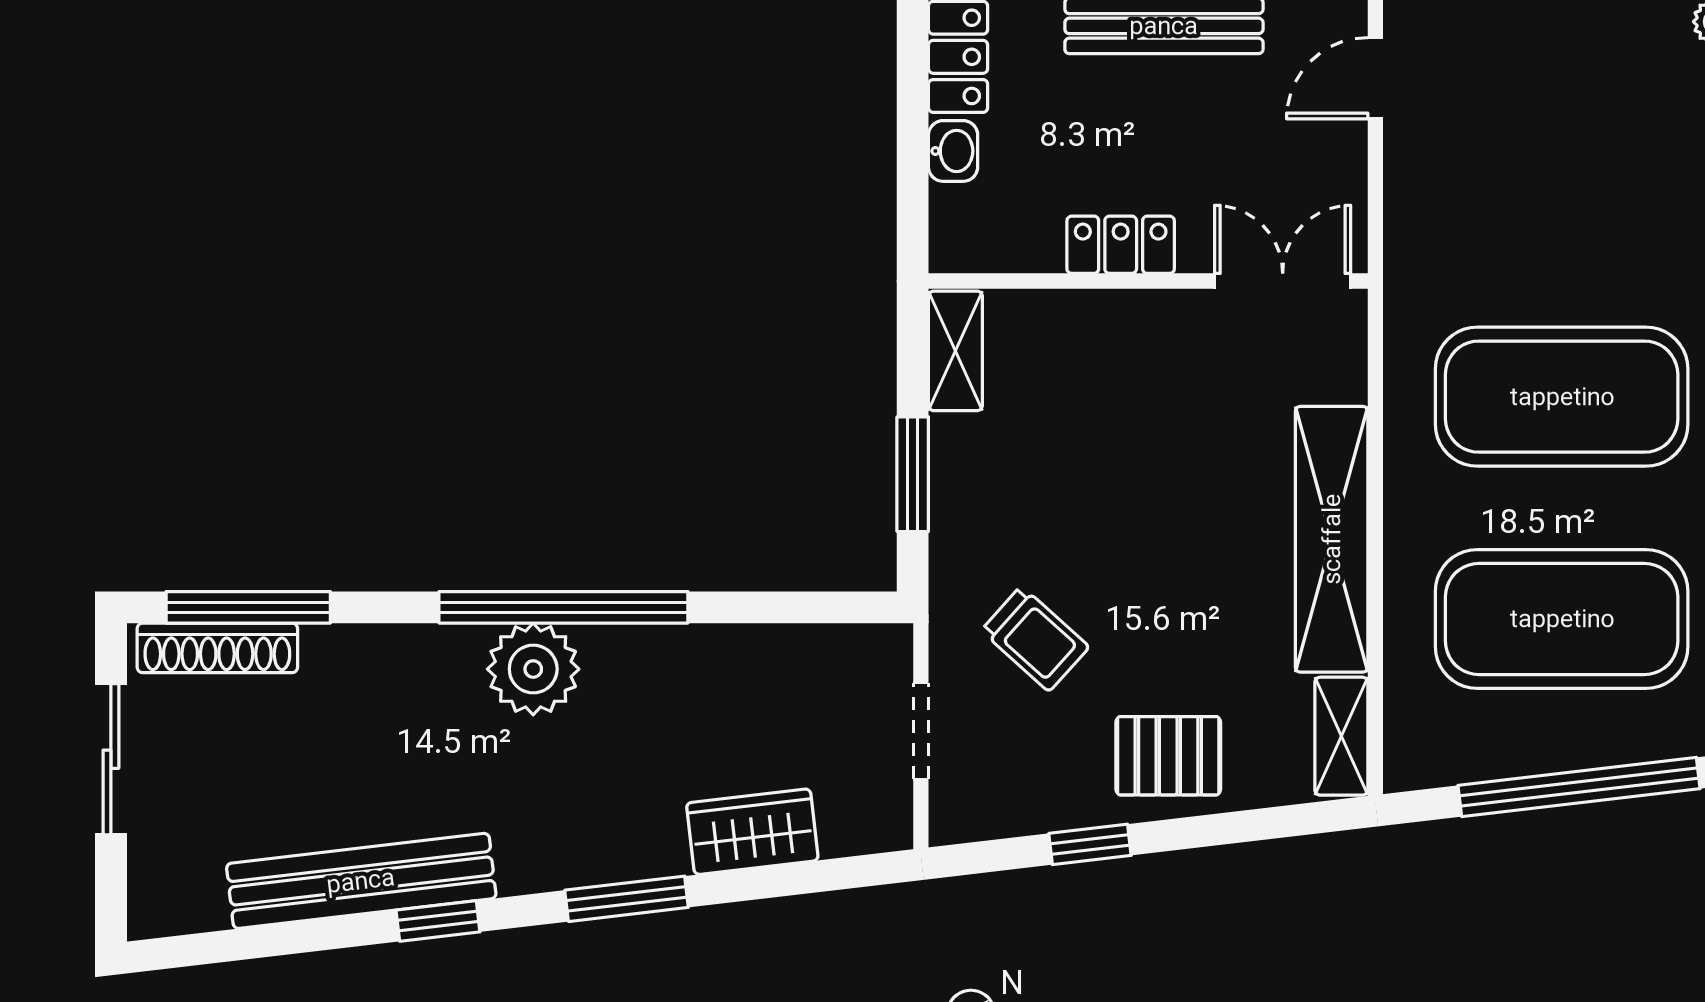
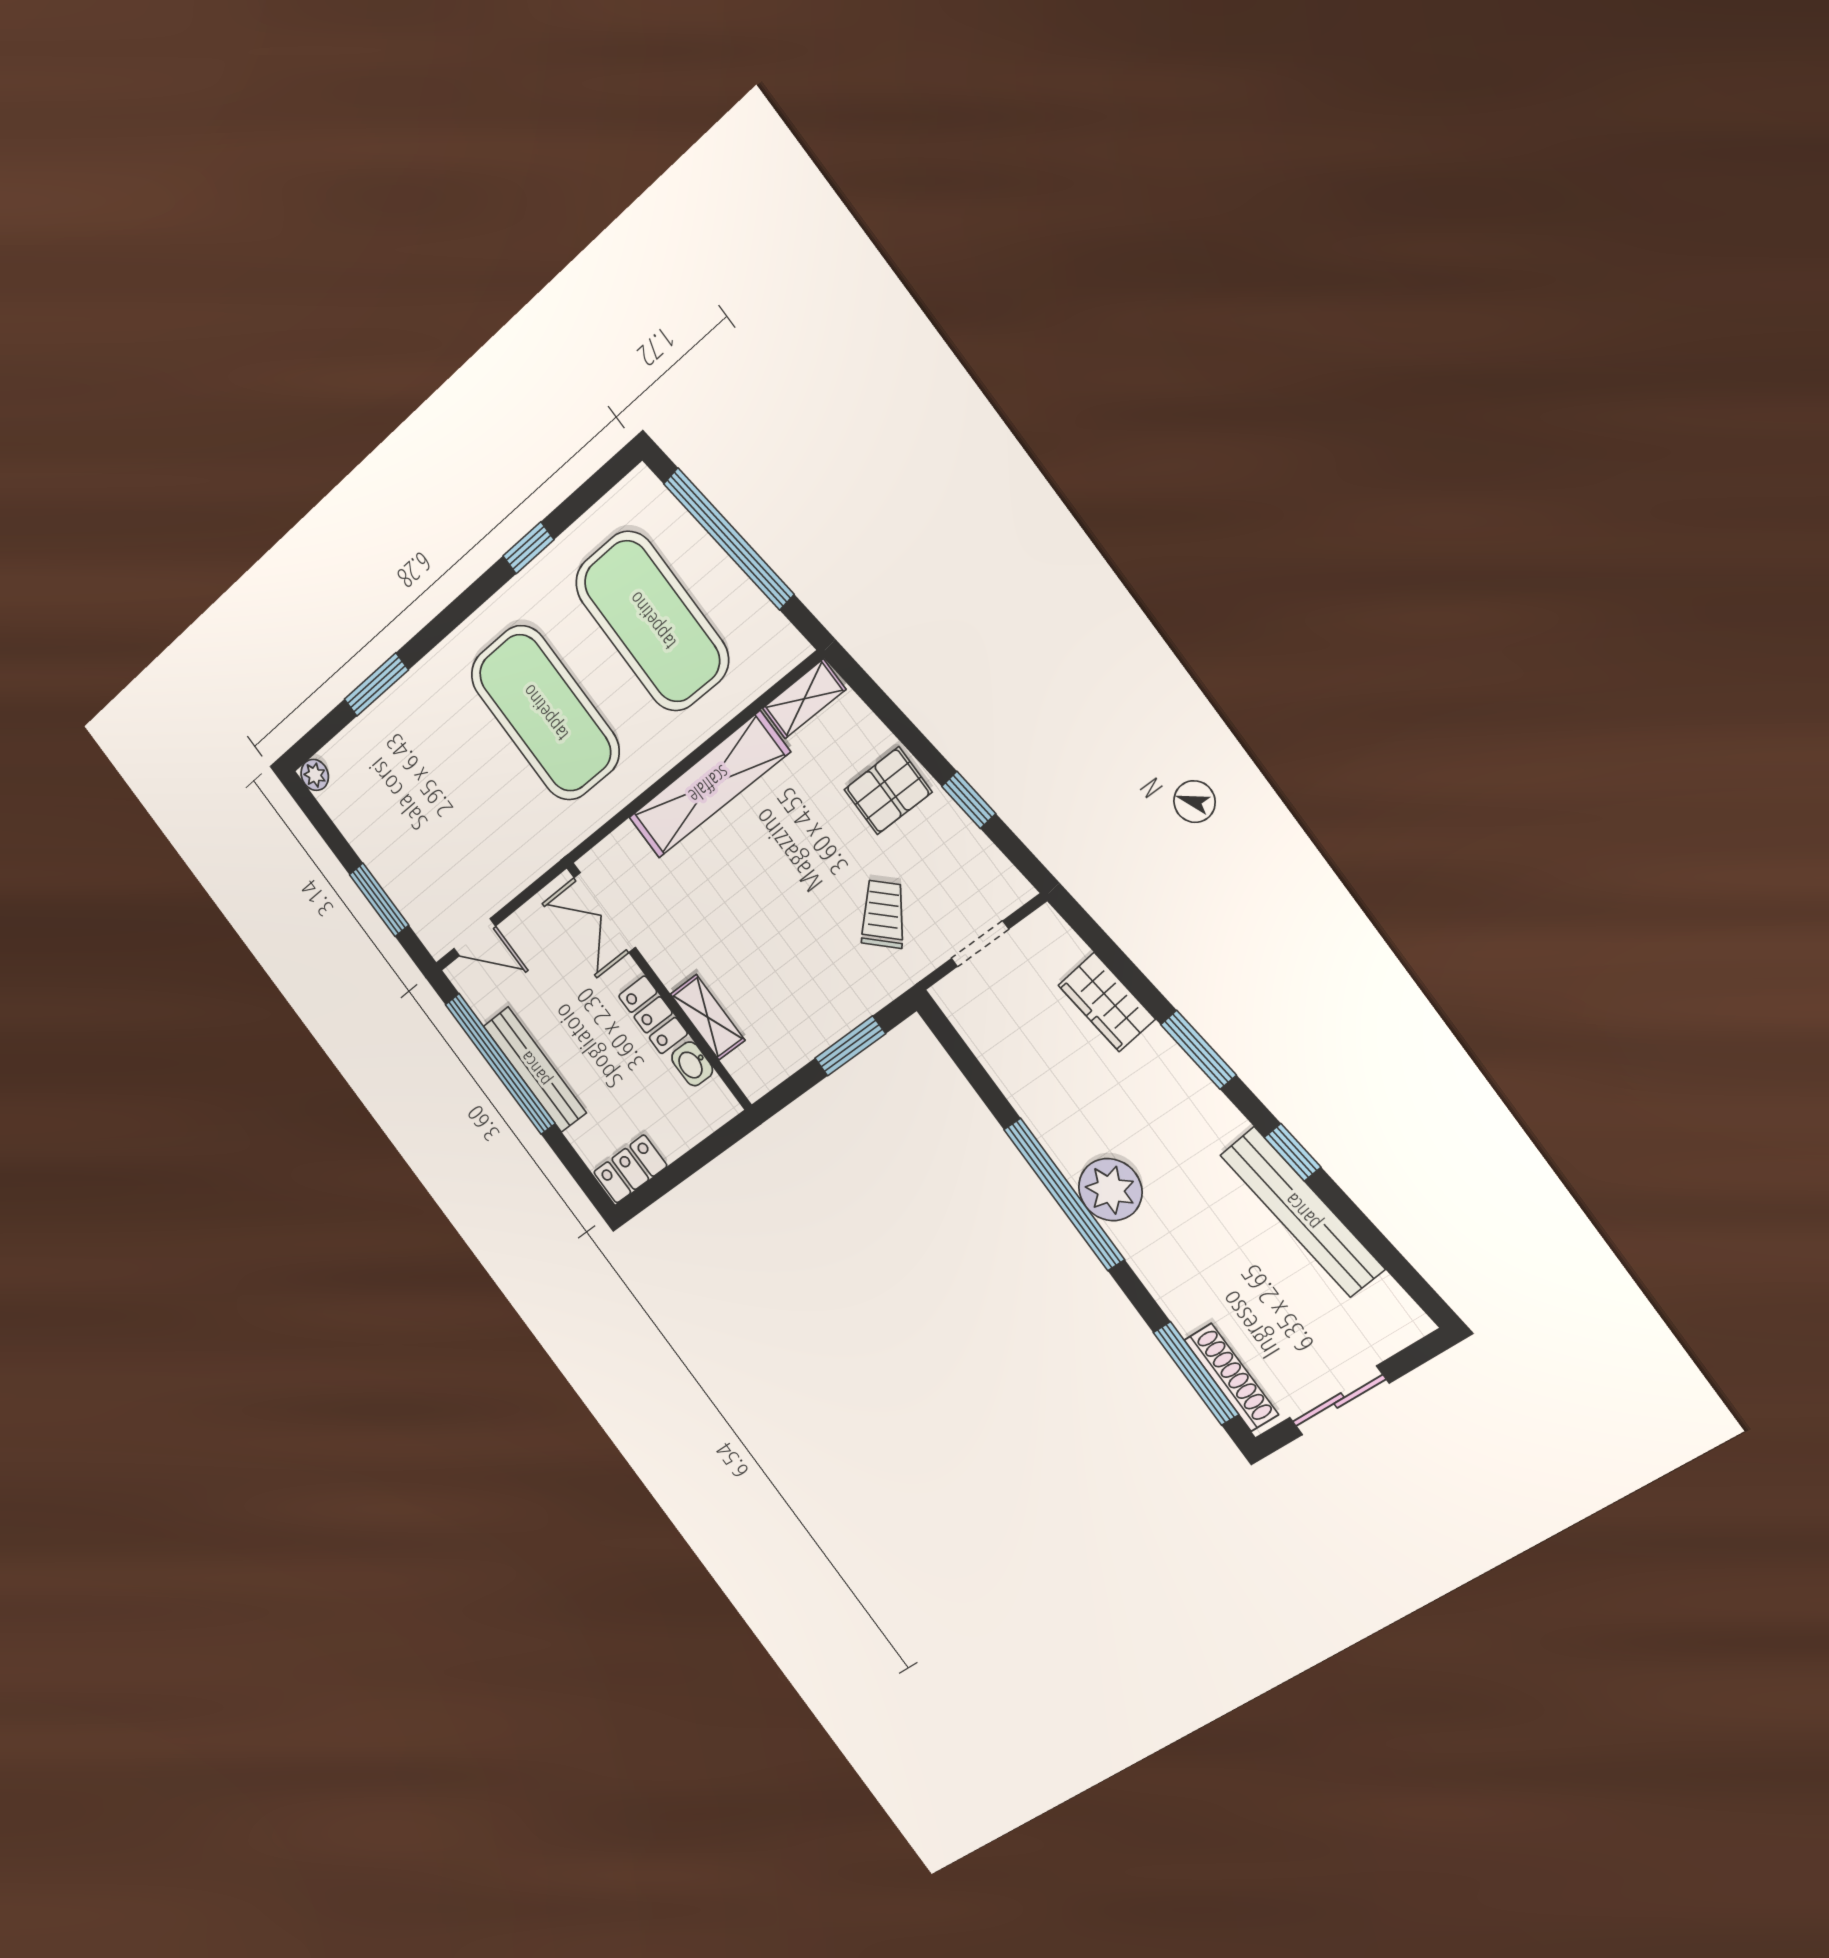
washbasin: (953, 151) -> (692, 1064), moved, turned -90
shelving: (955, 351) -> (708, 1017), moved, turned 90
pallet: (1168, 756) -> (888, 791), turned 90

